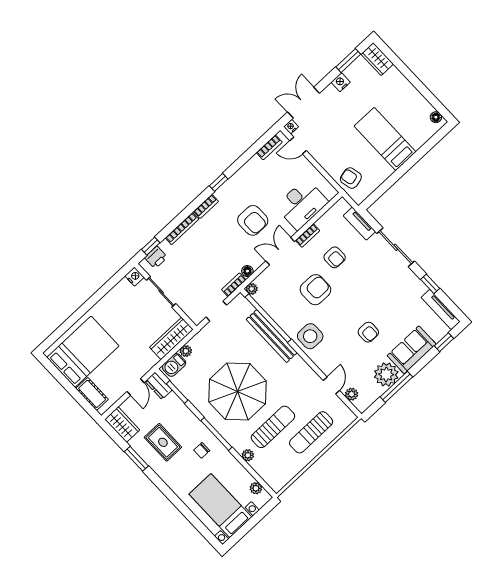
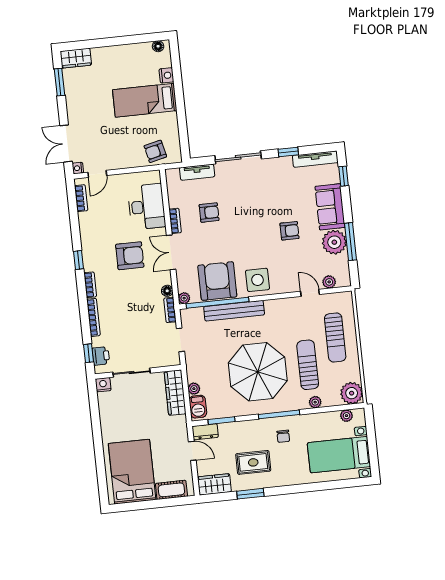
nightstand: (341, 82) -> (166, 75), moved, turned 180
armchair: (315, 290) -> (217, 281), moved, width x1.36, depth x1.36
plant: (277, 479) -> (352, 393), added

